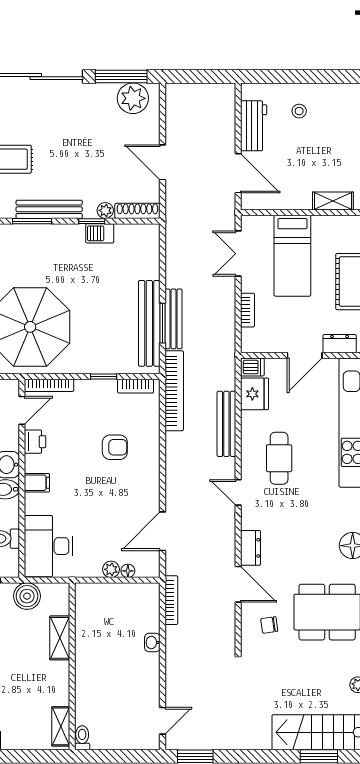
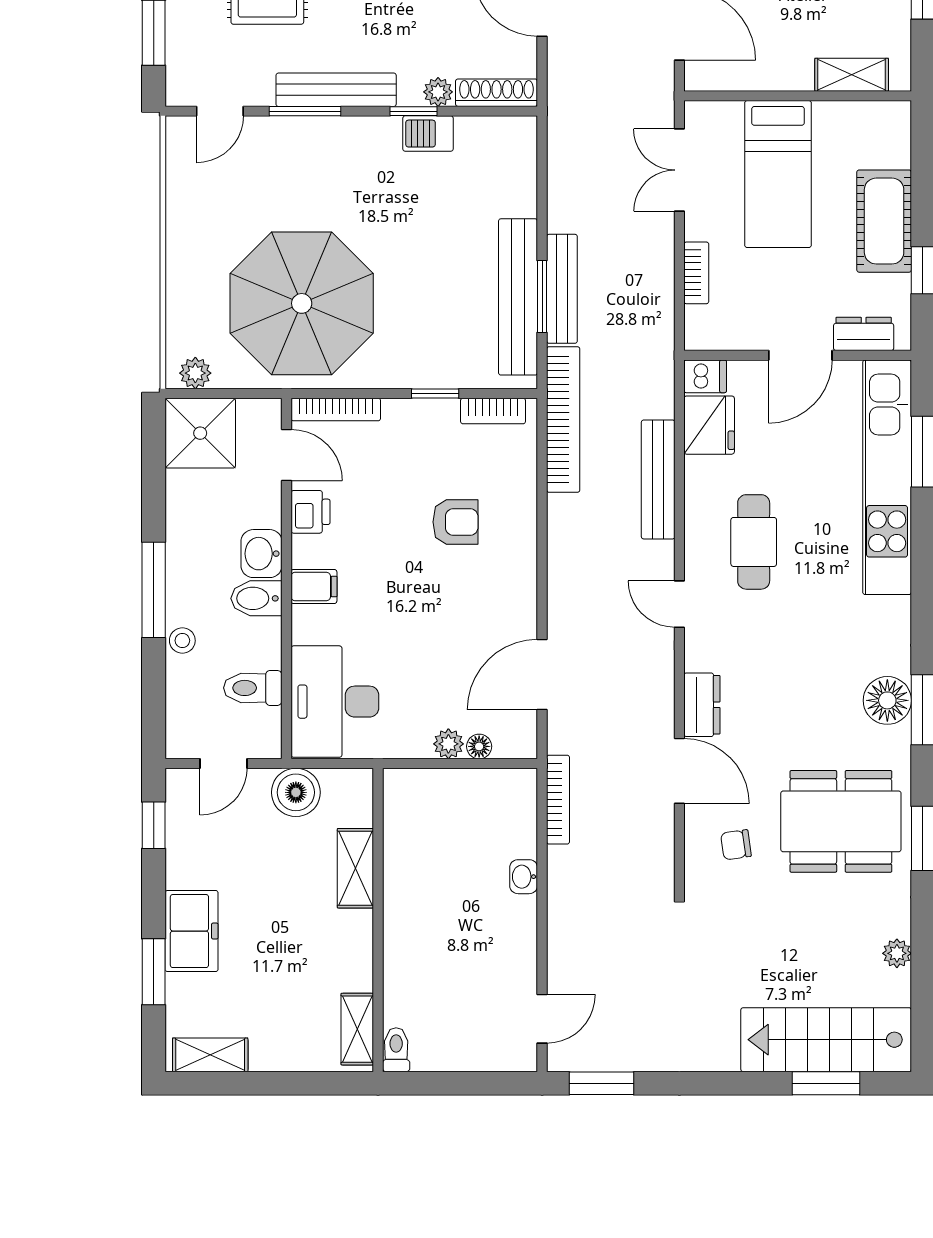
door: (22, 410) -> (286, 455), hinge flipped

